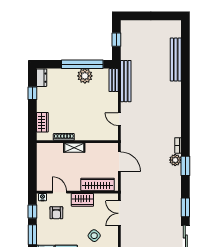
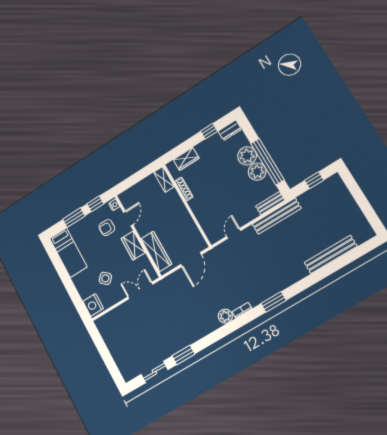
plant: (69, 76) -> (247, 156), added
shelving: (74, 148) -> (164, 179), moved
window: (185, 166) -> (274, 302), moved

